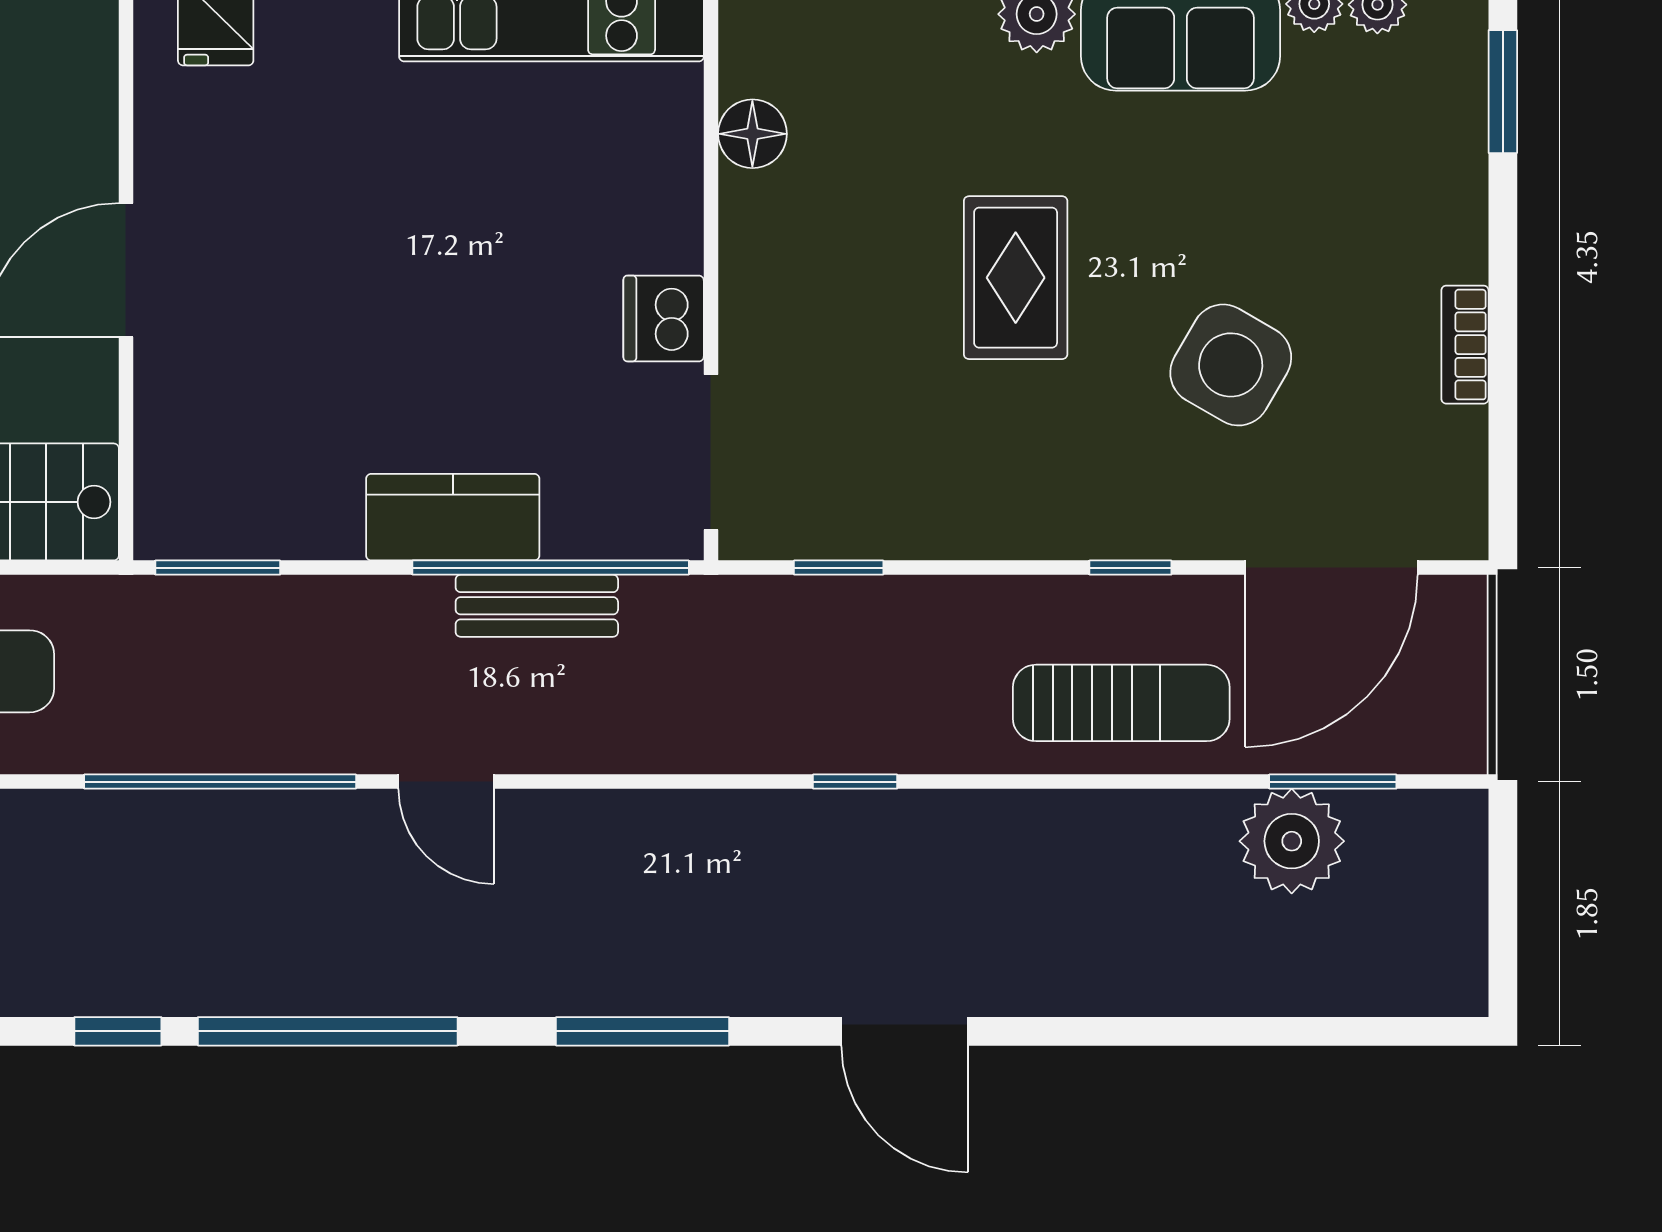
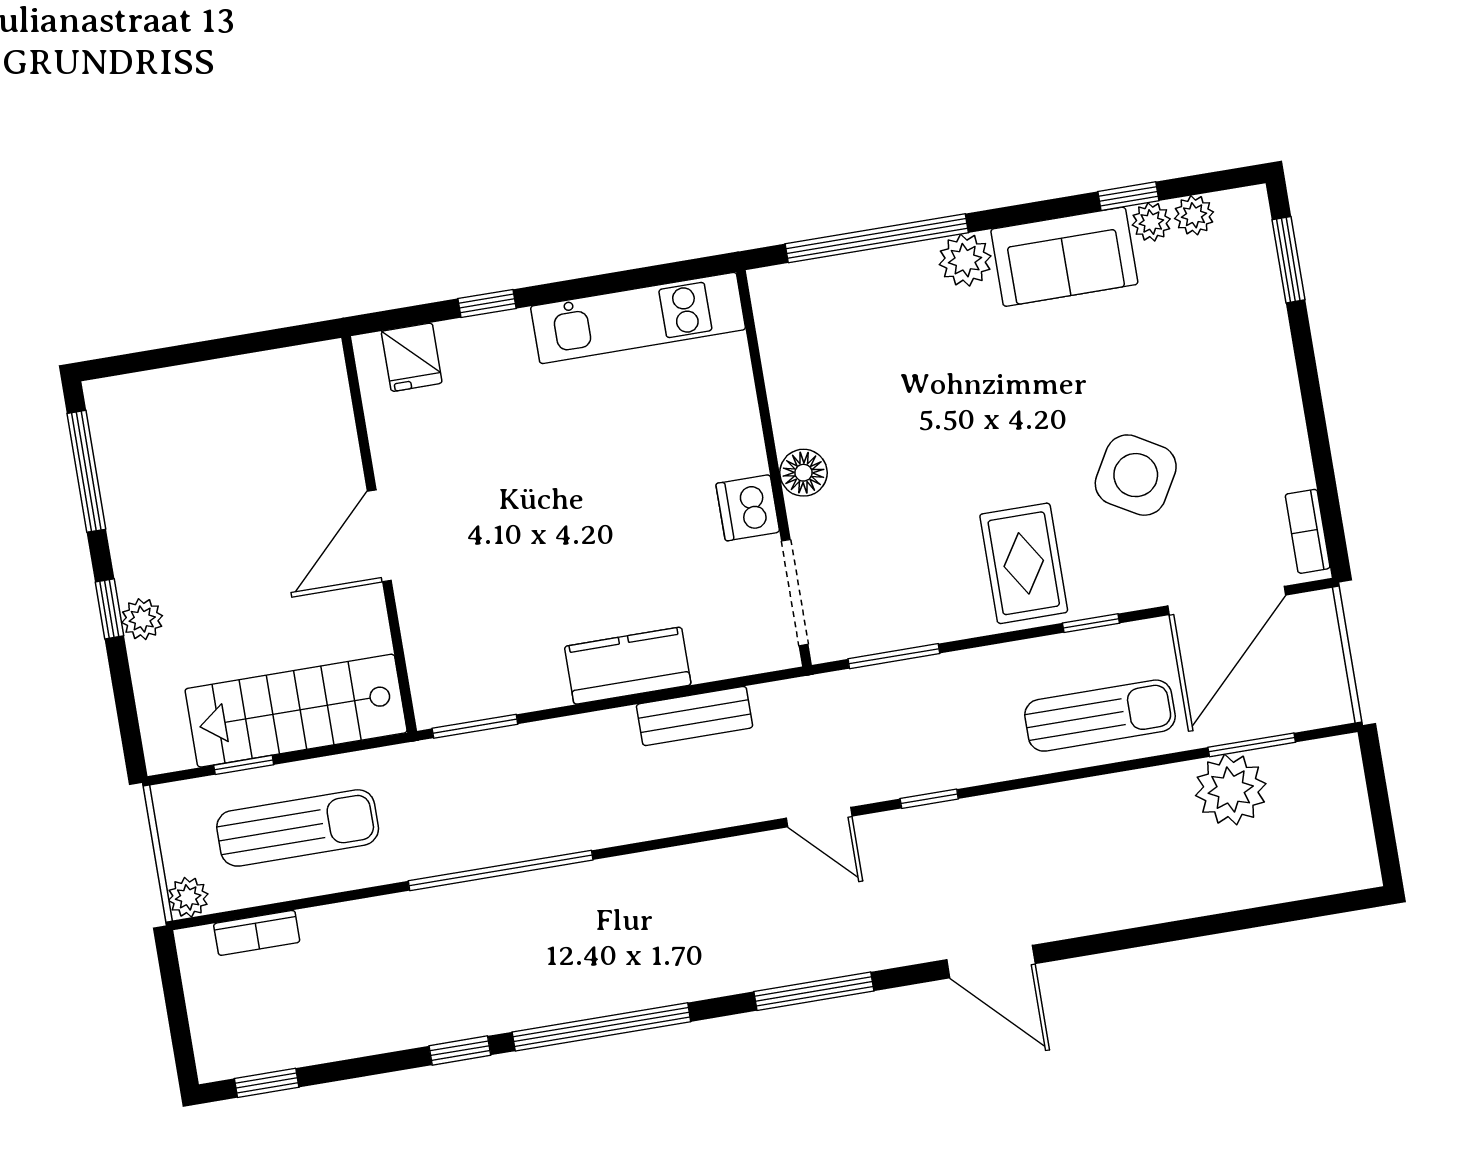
floor lamp: (752, 134) -> (803, 473), moved
rug: (1016, 278) -> (1024, 563), moved
bookcase: (1465, 345) -> (1308, 531), moved
window: (551, 568) -> (700, 689), removed
window: (839, 568) -> (894, 656), width x1.50
door: (446, 782) -> (819, 817), moved

